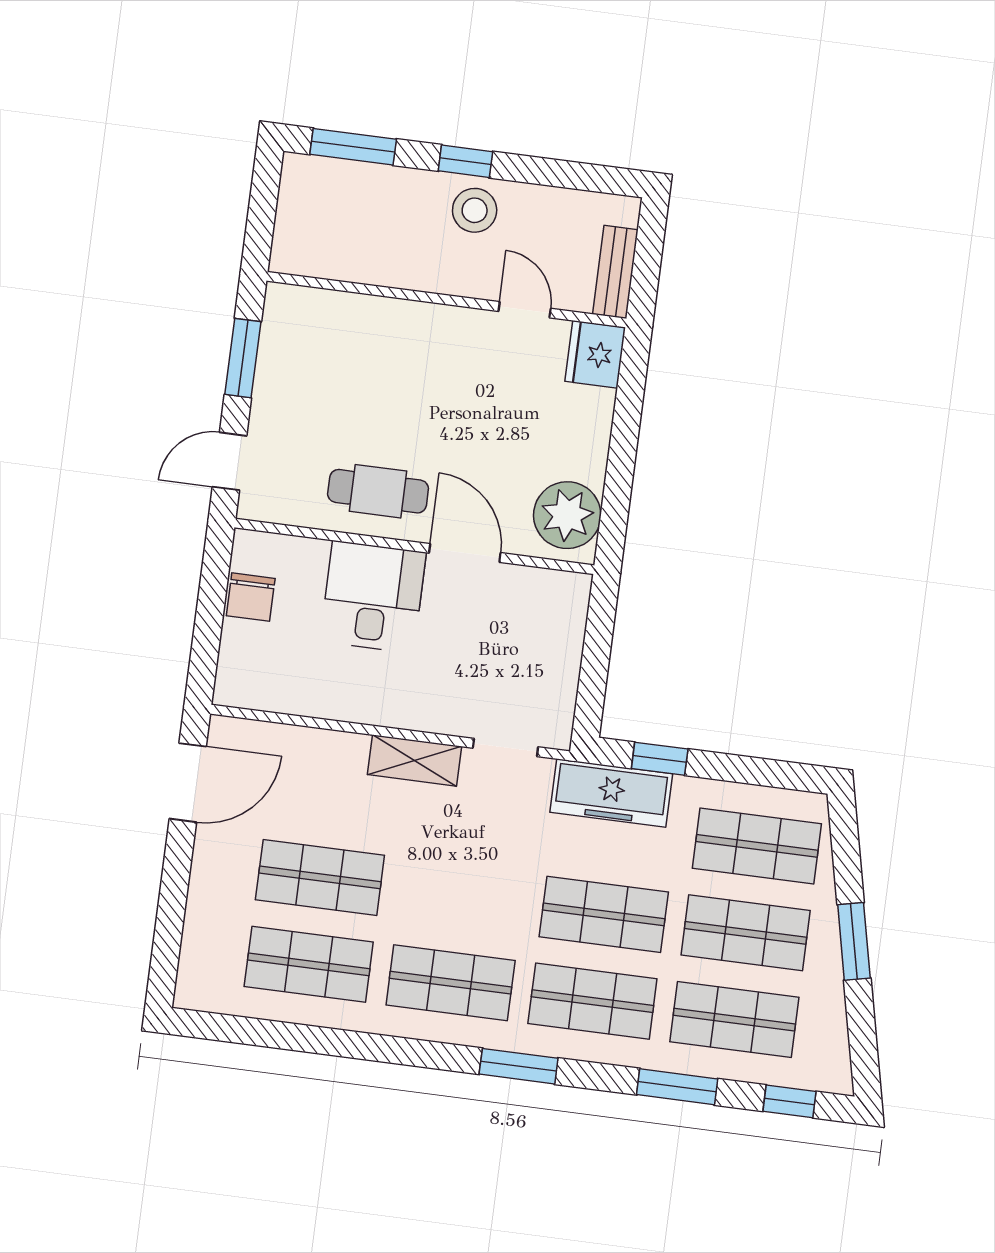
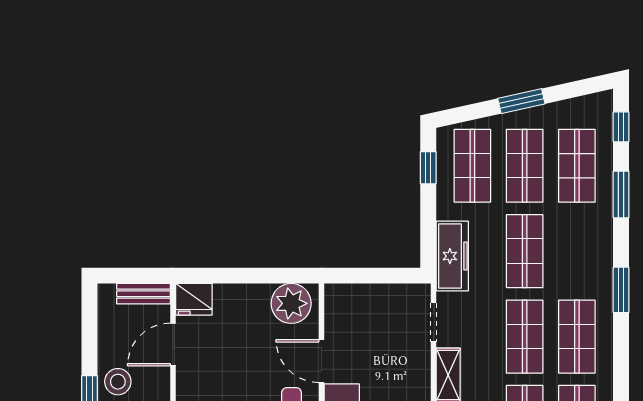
door: (525, 310) -> (173, 344), width x1.38
door: (465, 553) -> (321, 361), hinge flipped
window: (660, 759) -> (428, 168), moved
shop shelf: (592, 1001) -> (525, 337), moved

